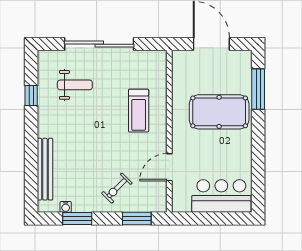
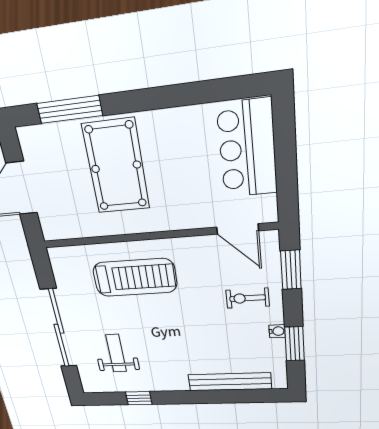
treadmill: (139, 111) -> (135, 278), width x1.37, depth x1.38
door: (169, 167) -> (237, 229), moved
exercise bike: (117, 188) -> (248, 298), turned 135
water cooler: (66, 207) -> (277, 331), moved

